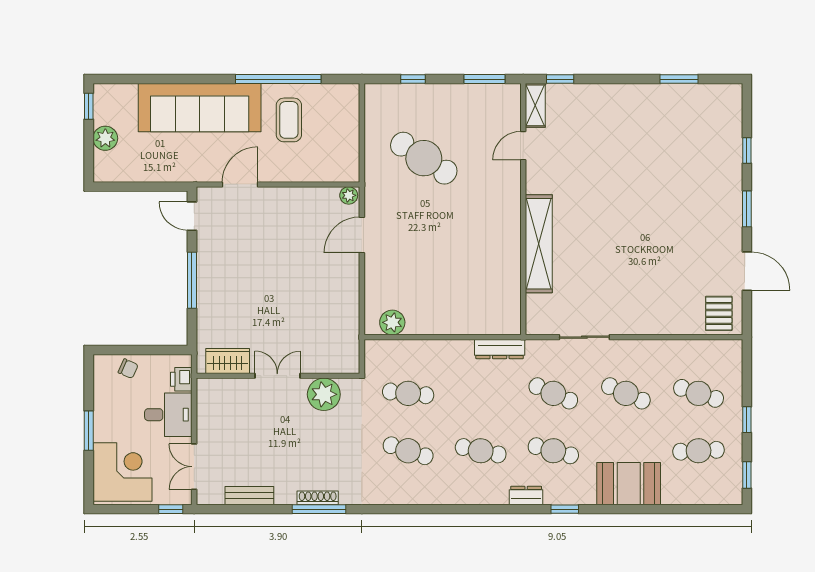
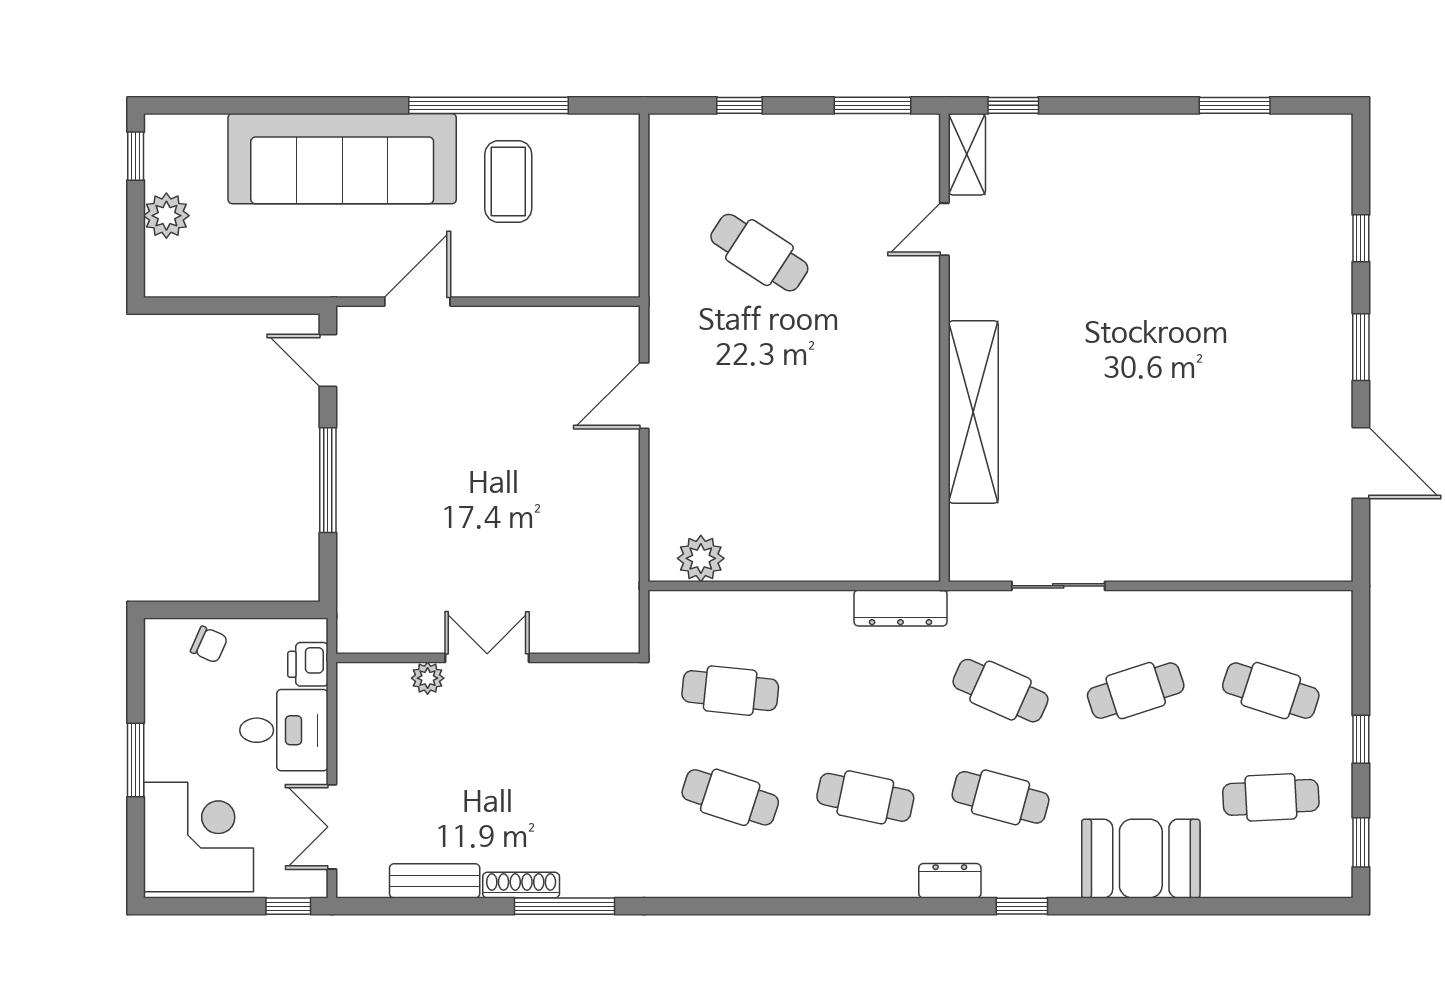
cafe table: (424, 158) -> (759, 253), width x0.73, depth x0.74
plant: (349, 195) -> (620, 322), removed
pallet: (719, 313) -> (1309, 542), removed
wardrobe: (228, 361) -> (394, 630), removed
cafe table: (626, 393) -> (1136, 691), turned -42
plant: (324, 394) -> (428, 678), moved, width x0.53, depth x0.53
shoe rack: (318, 498) -> (521, 885), moved

